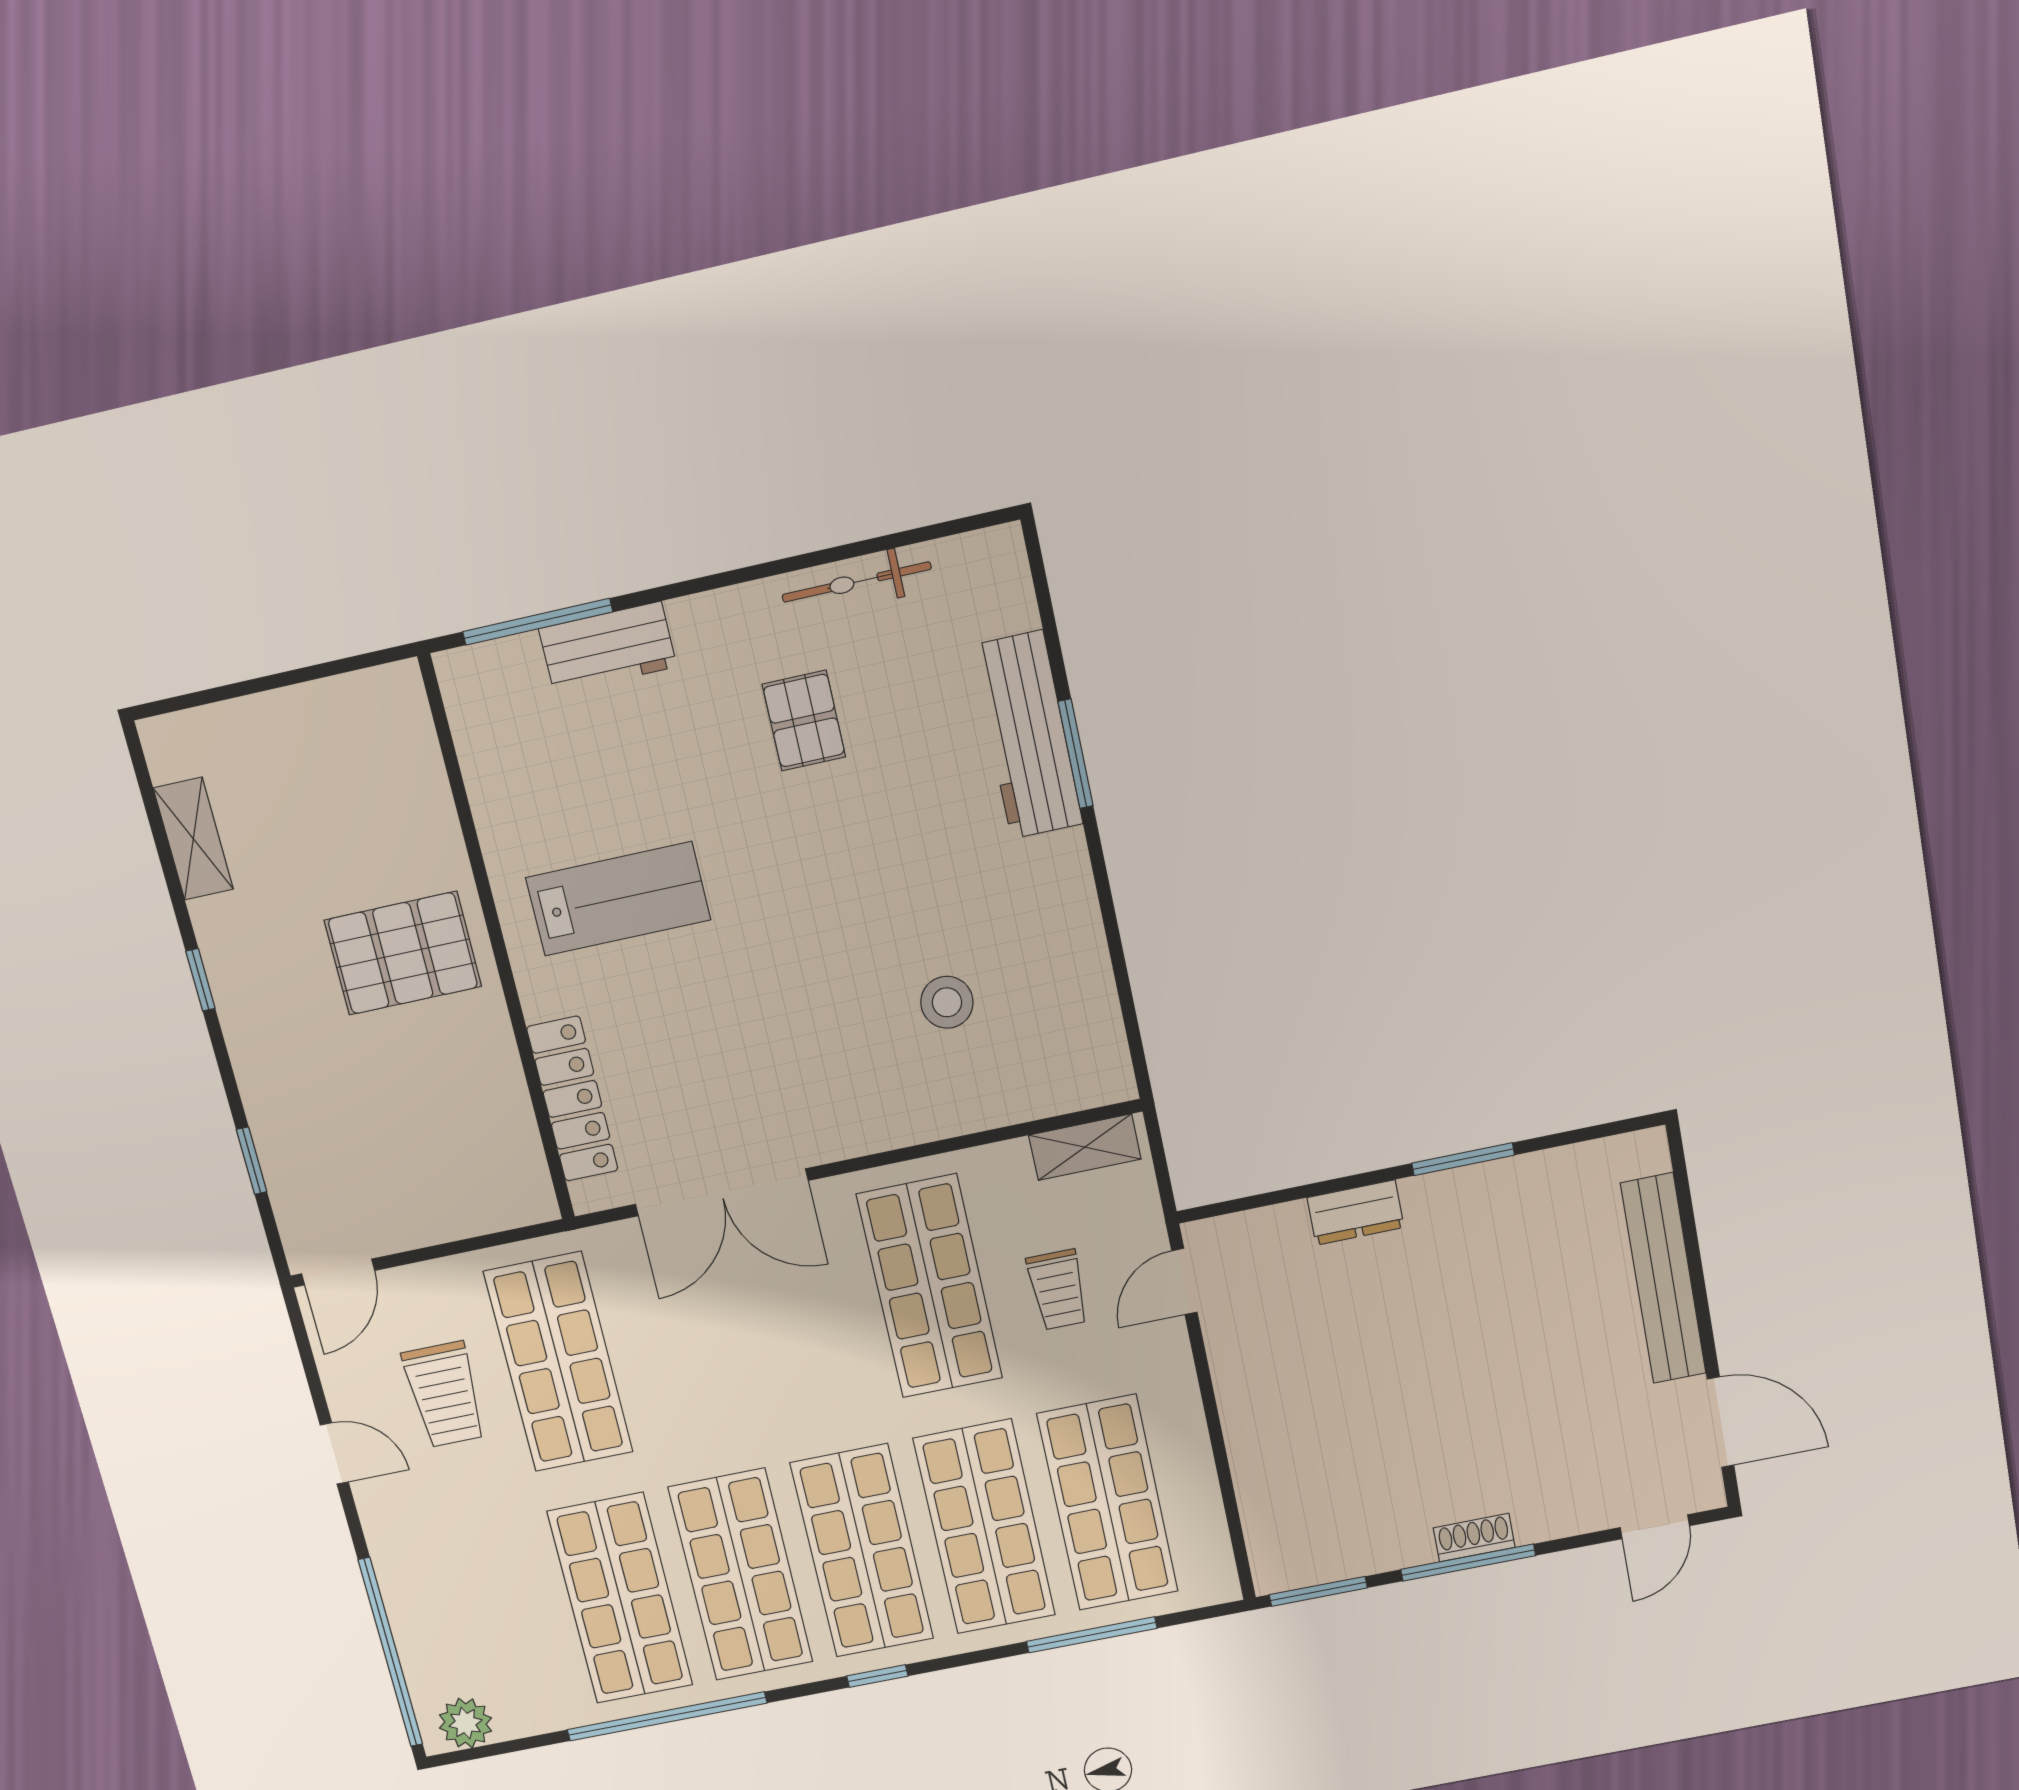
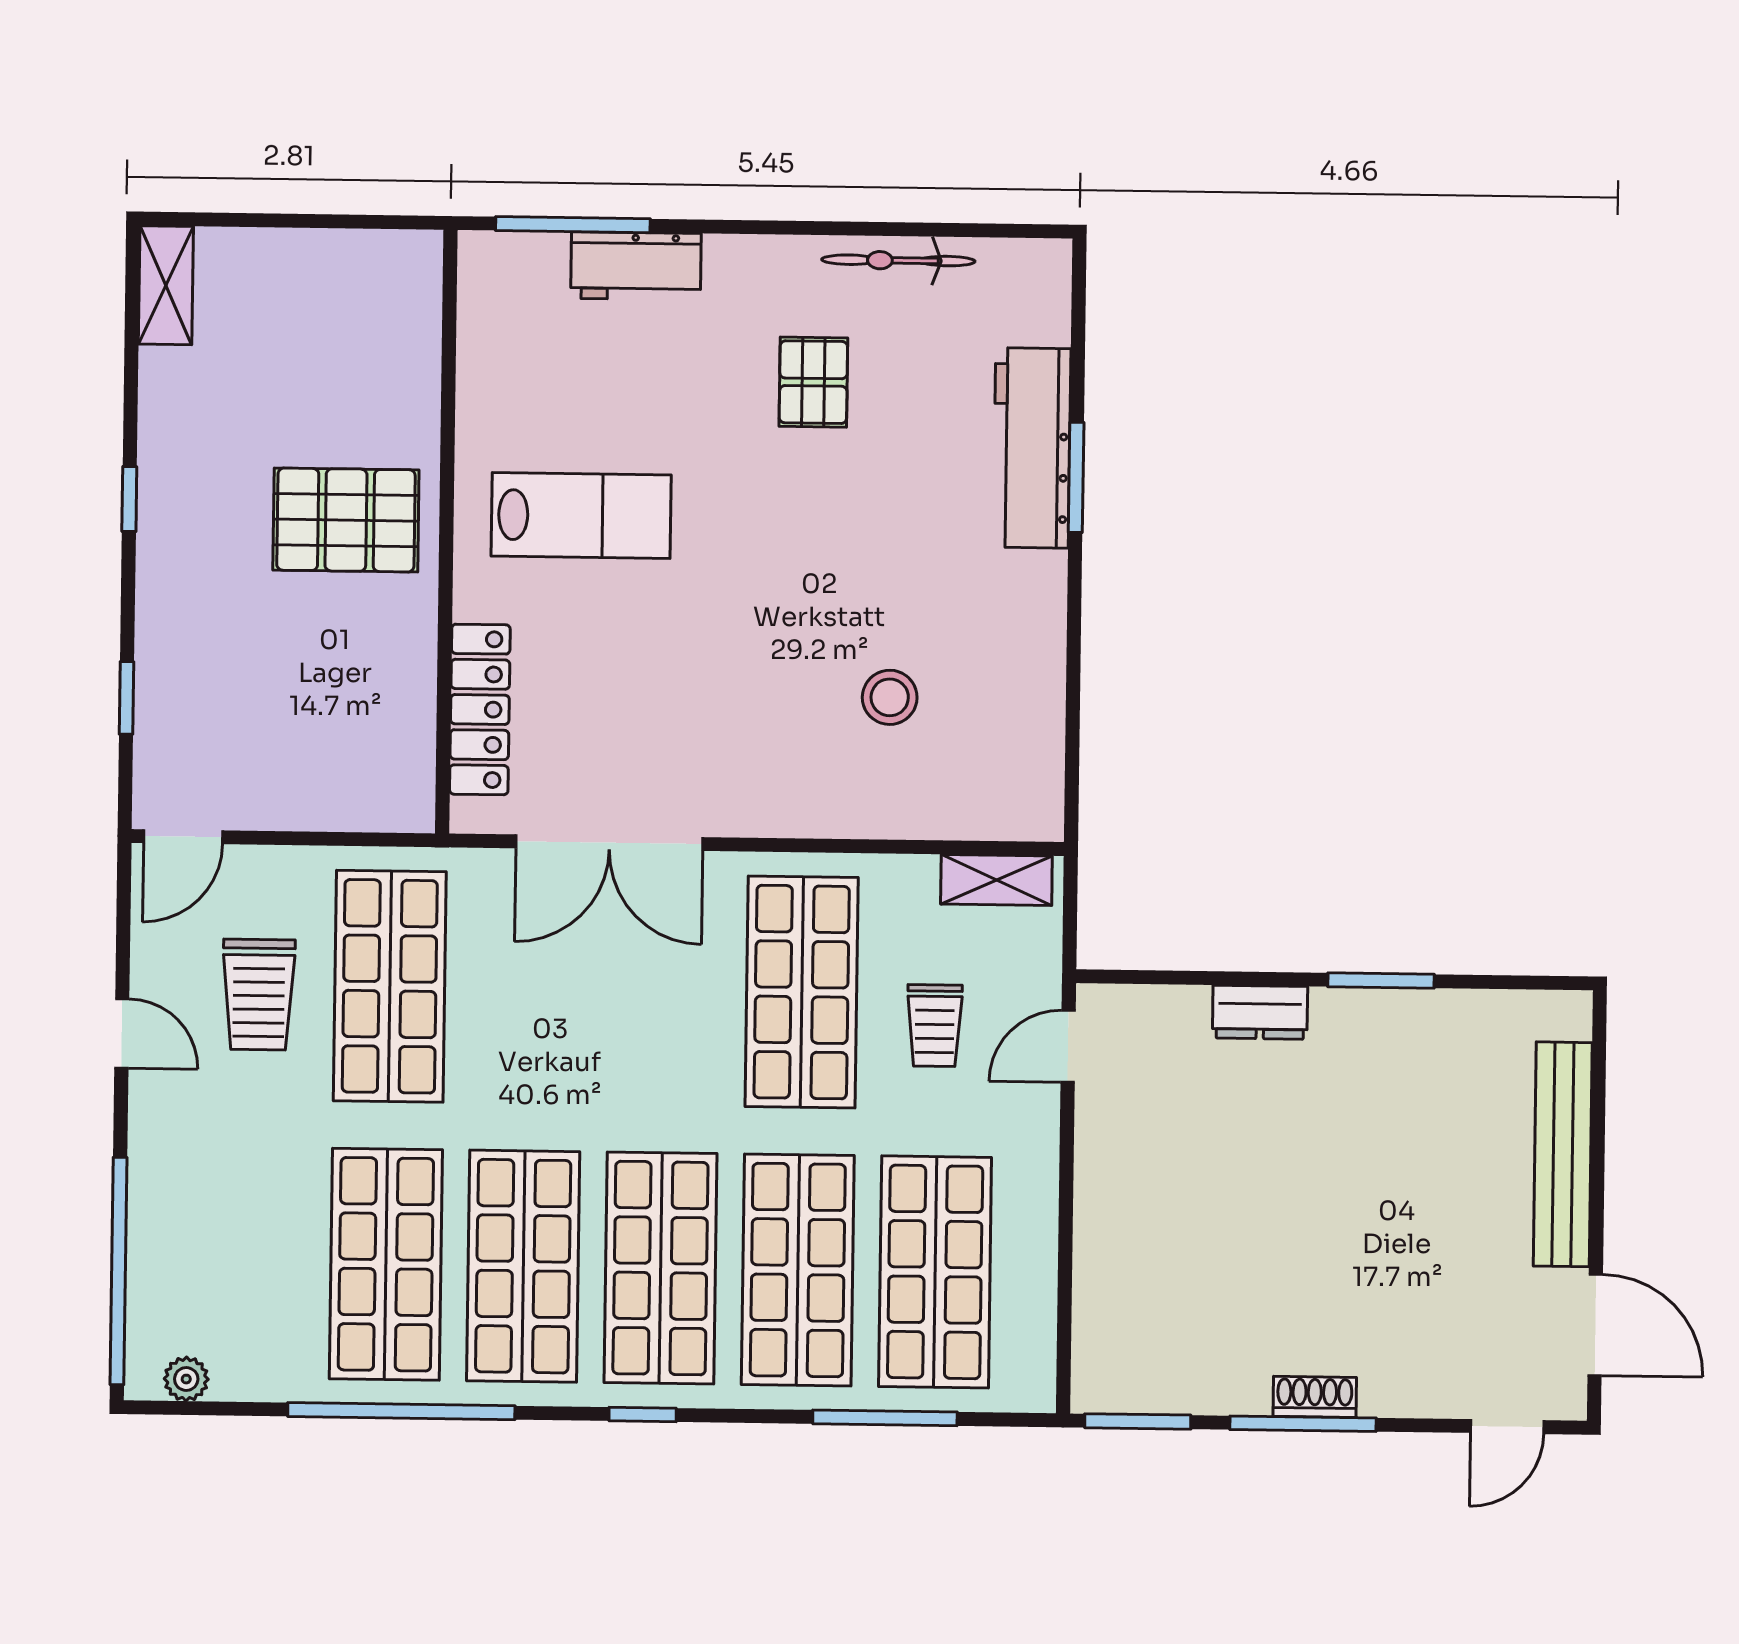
shelving: (193, 839) -> (166, 285), moved
plant: (466, 1723) -> (186, 1379), width x0.73, depth x0.73

